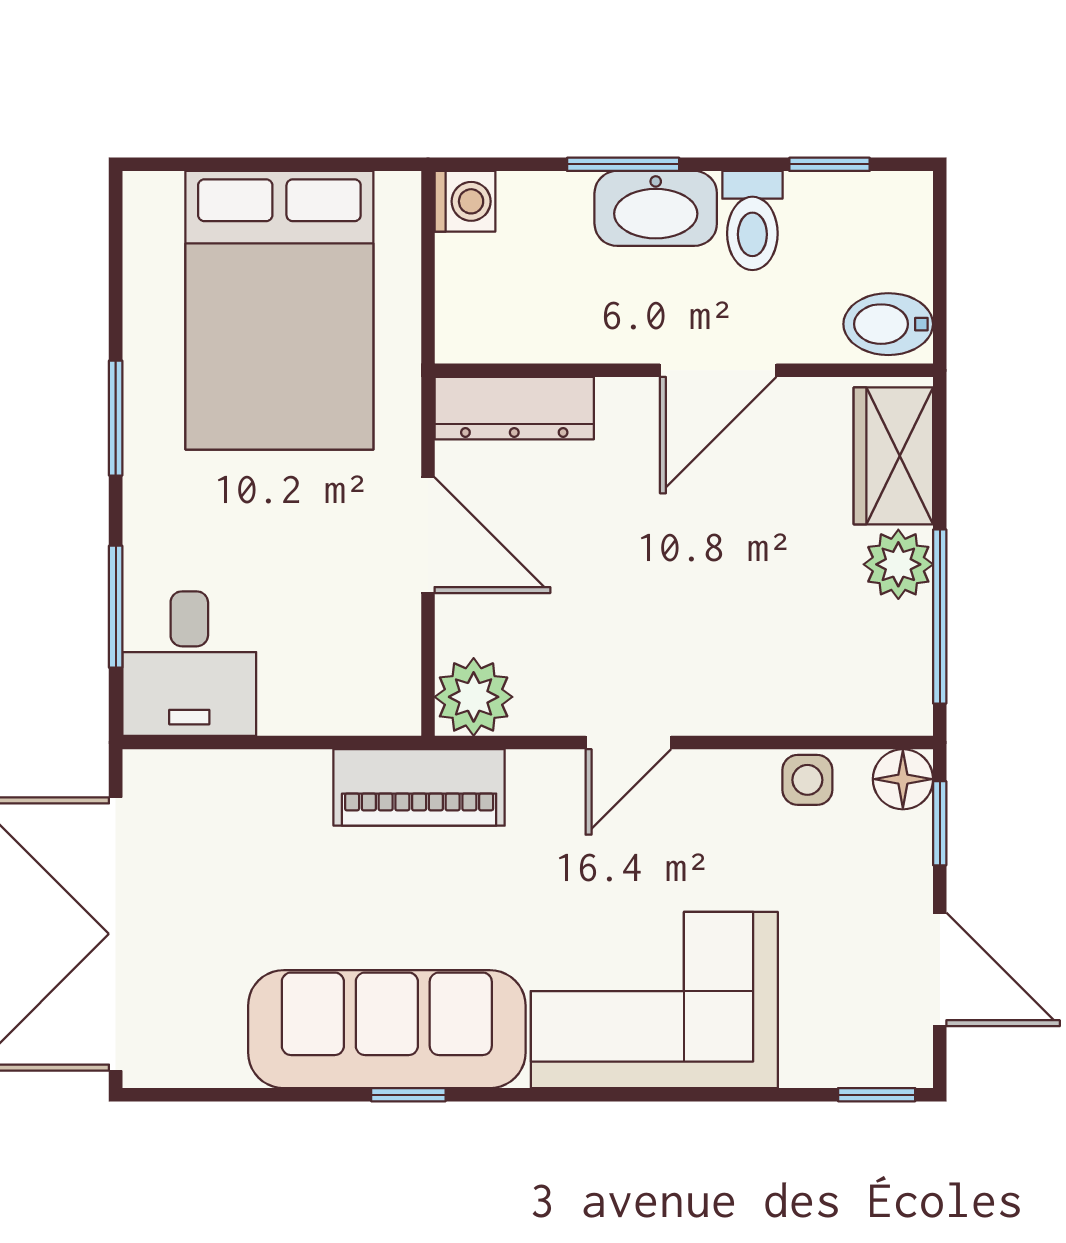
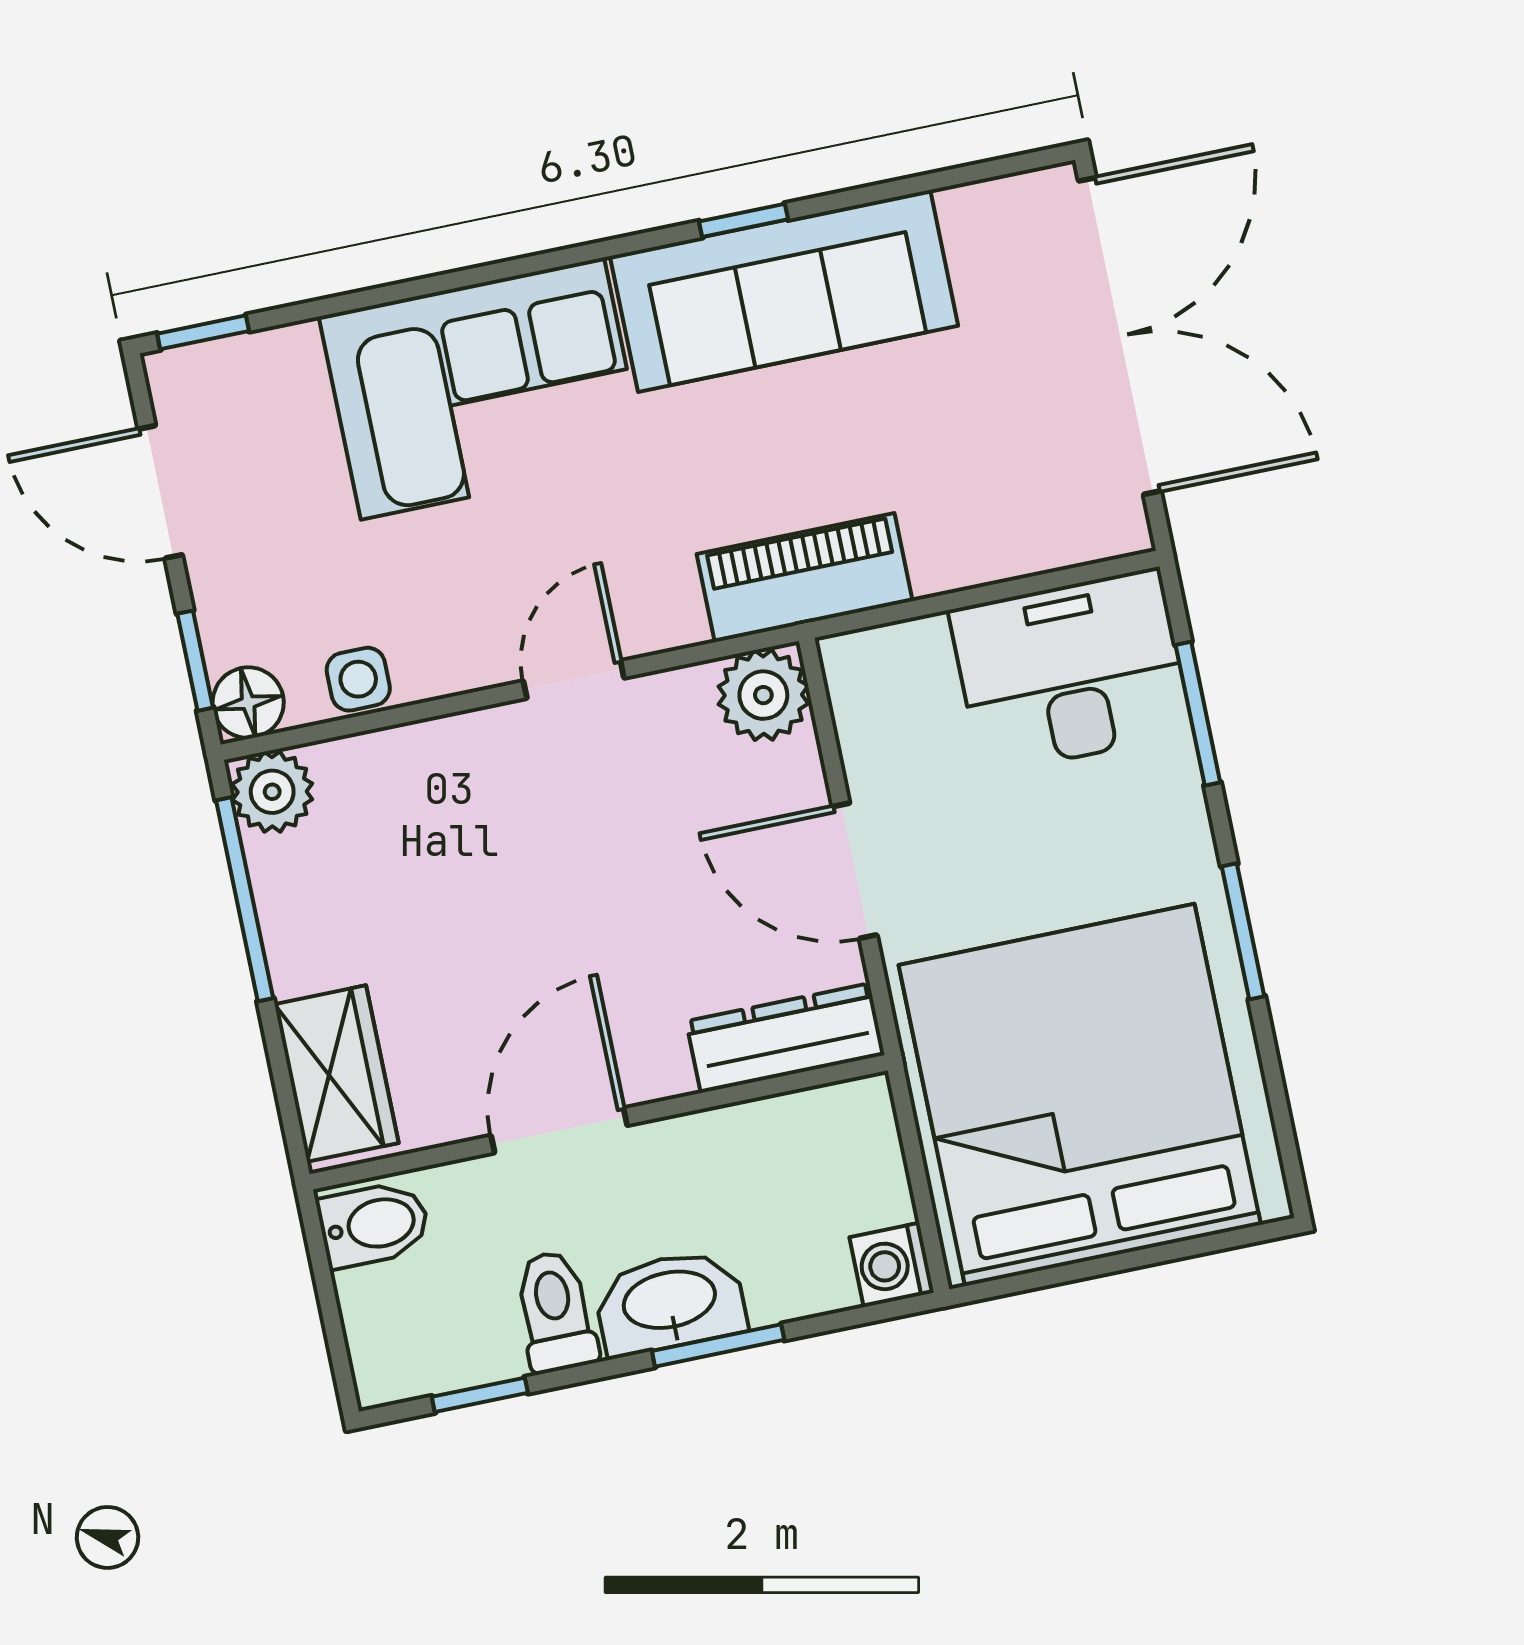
bed: (279, 310) -> (1080, 1095), width x1.36
plant: (898, 564) -> (272, 792), moved
desk: (189, 664) -> (1071, 672), width x1.37

